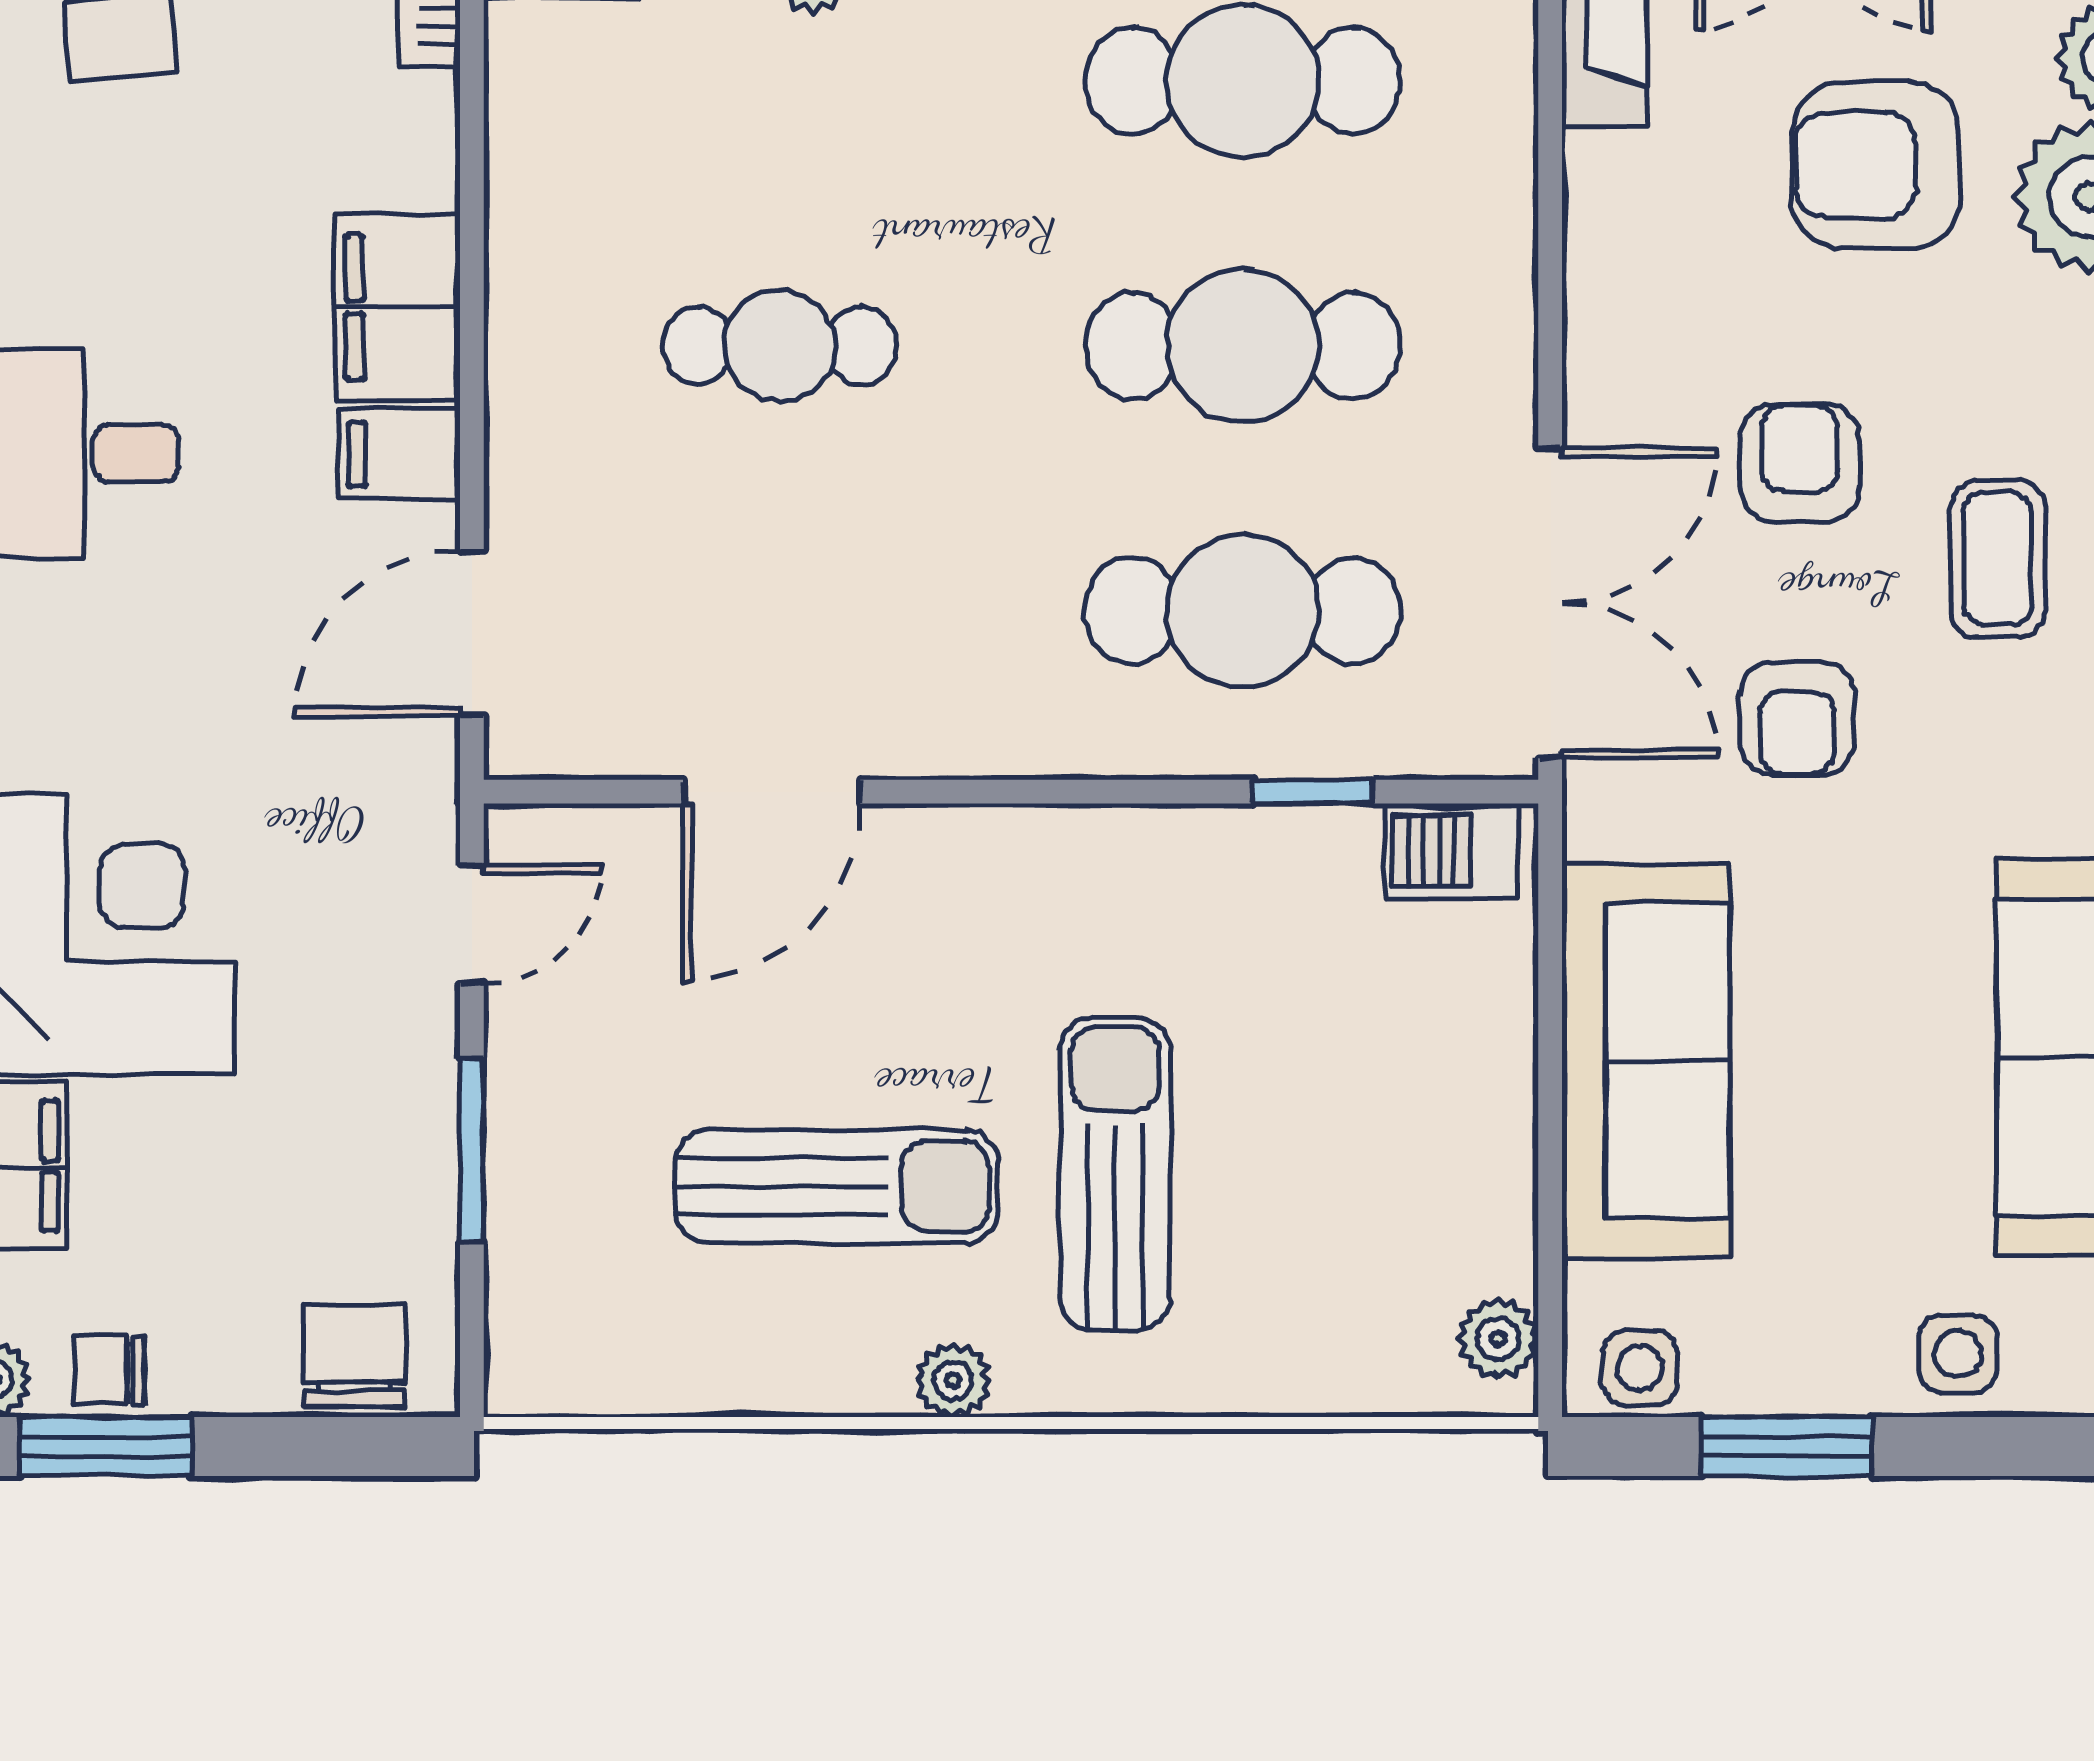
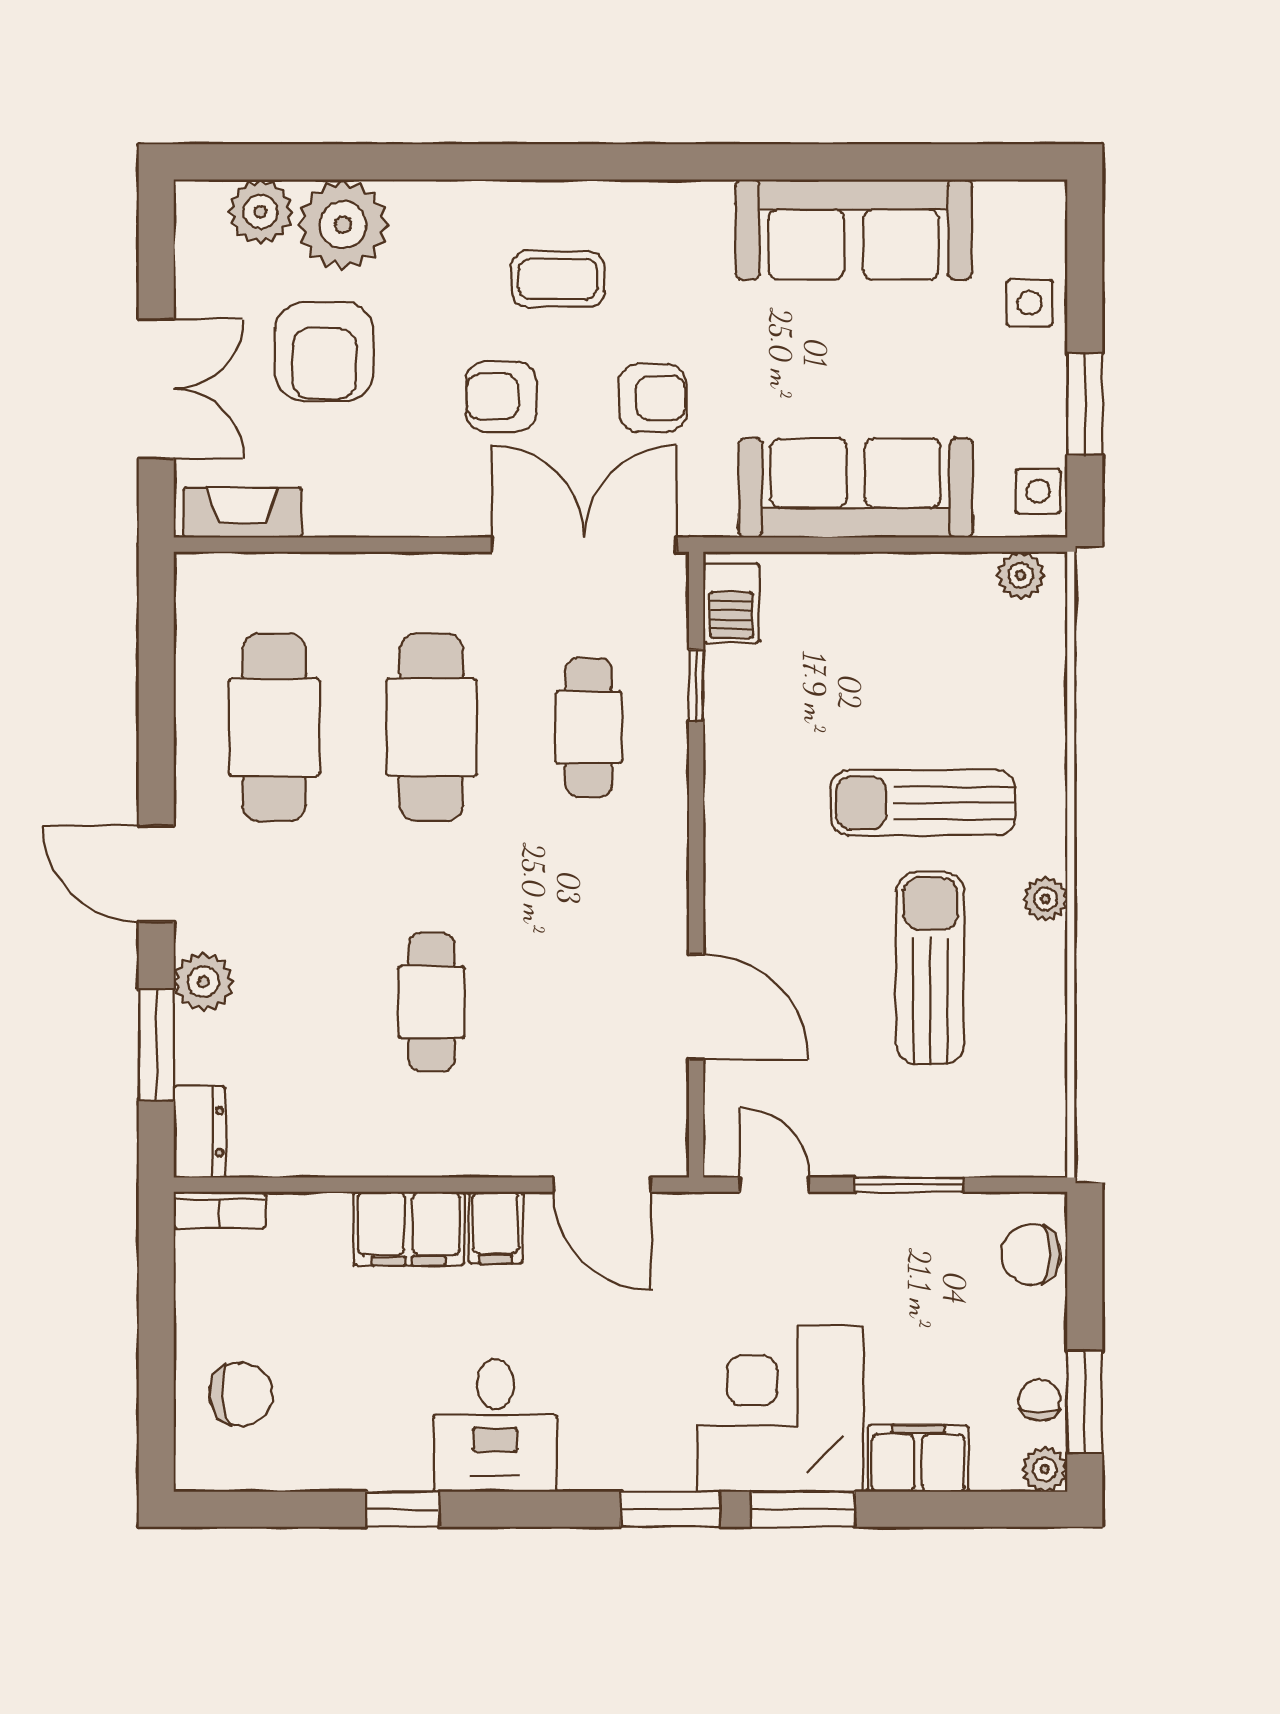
cafe table: (1242, 611) -> (589, 727), width x0.73, depth x0.74
chair: (109, 1370) -> (1039, 1400), turned 180

